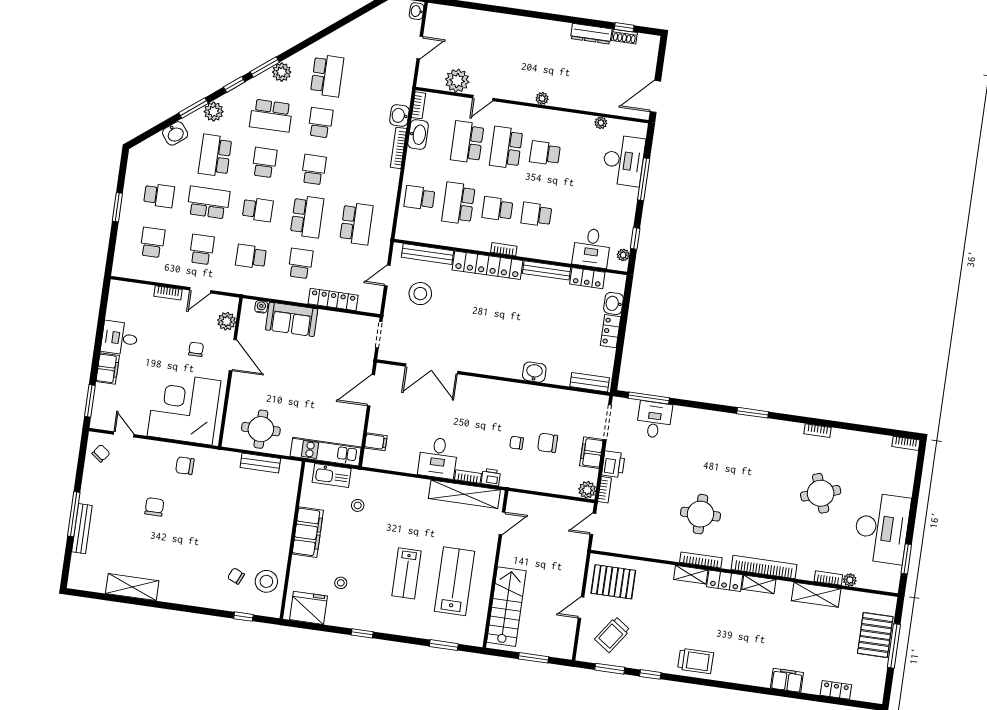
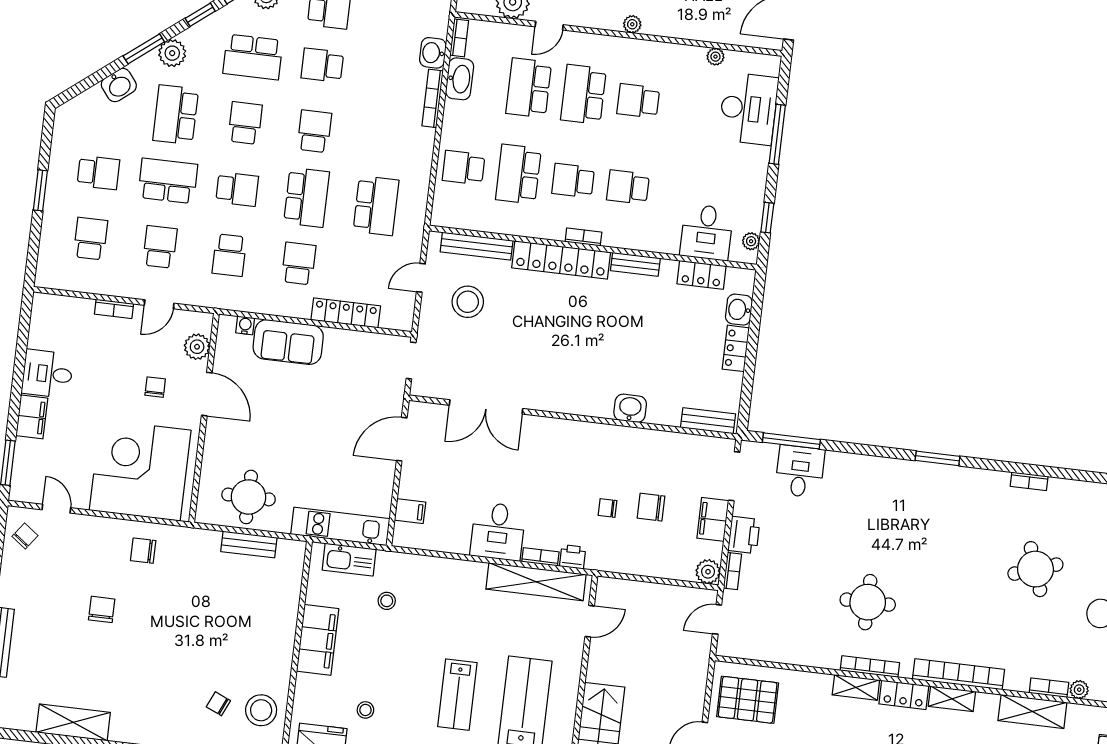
school desk: (320, 123) -> (322, 65), turned -90
school desk: (251, 256) -> (229, 255), turned -90
bench: (547, 270) -> (635, 264), width x0.73

